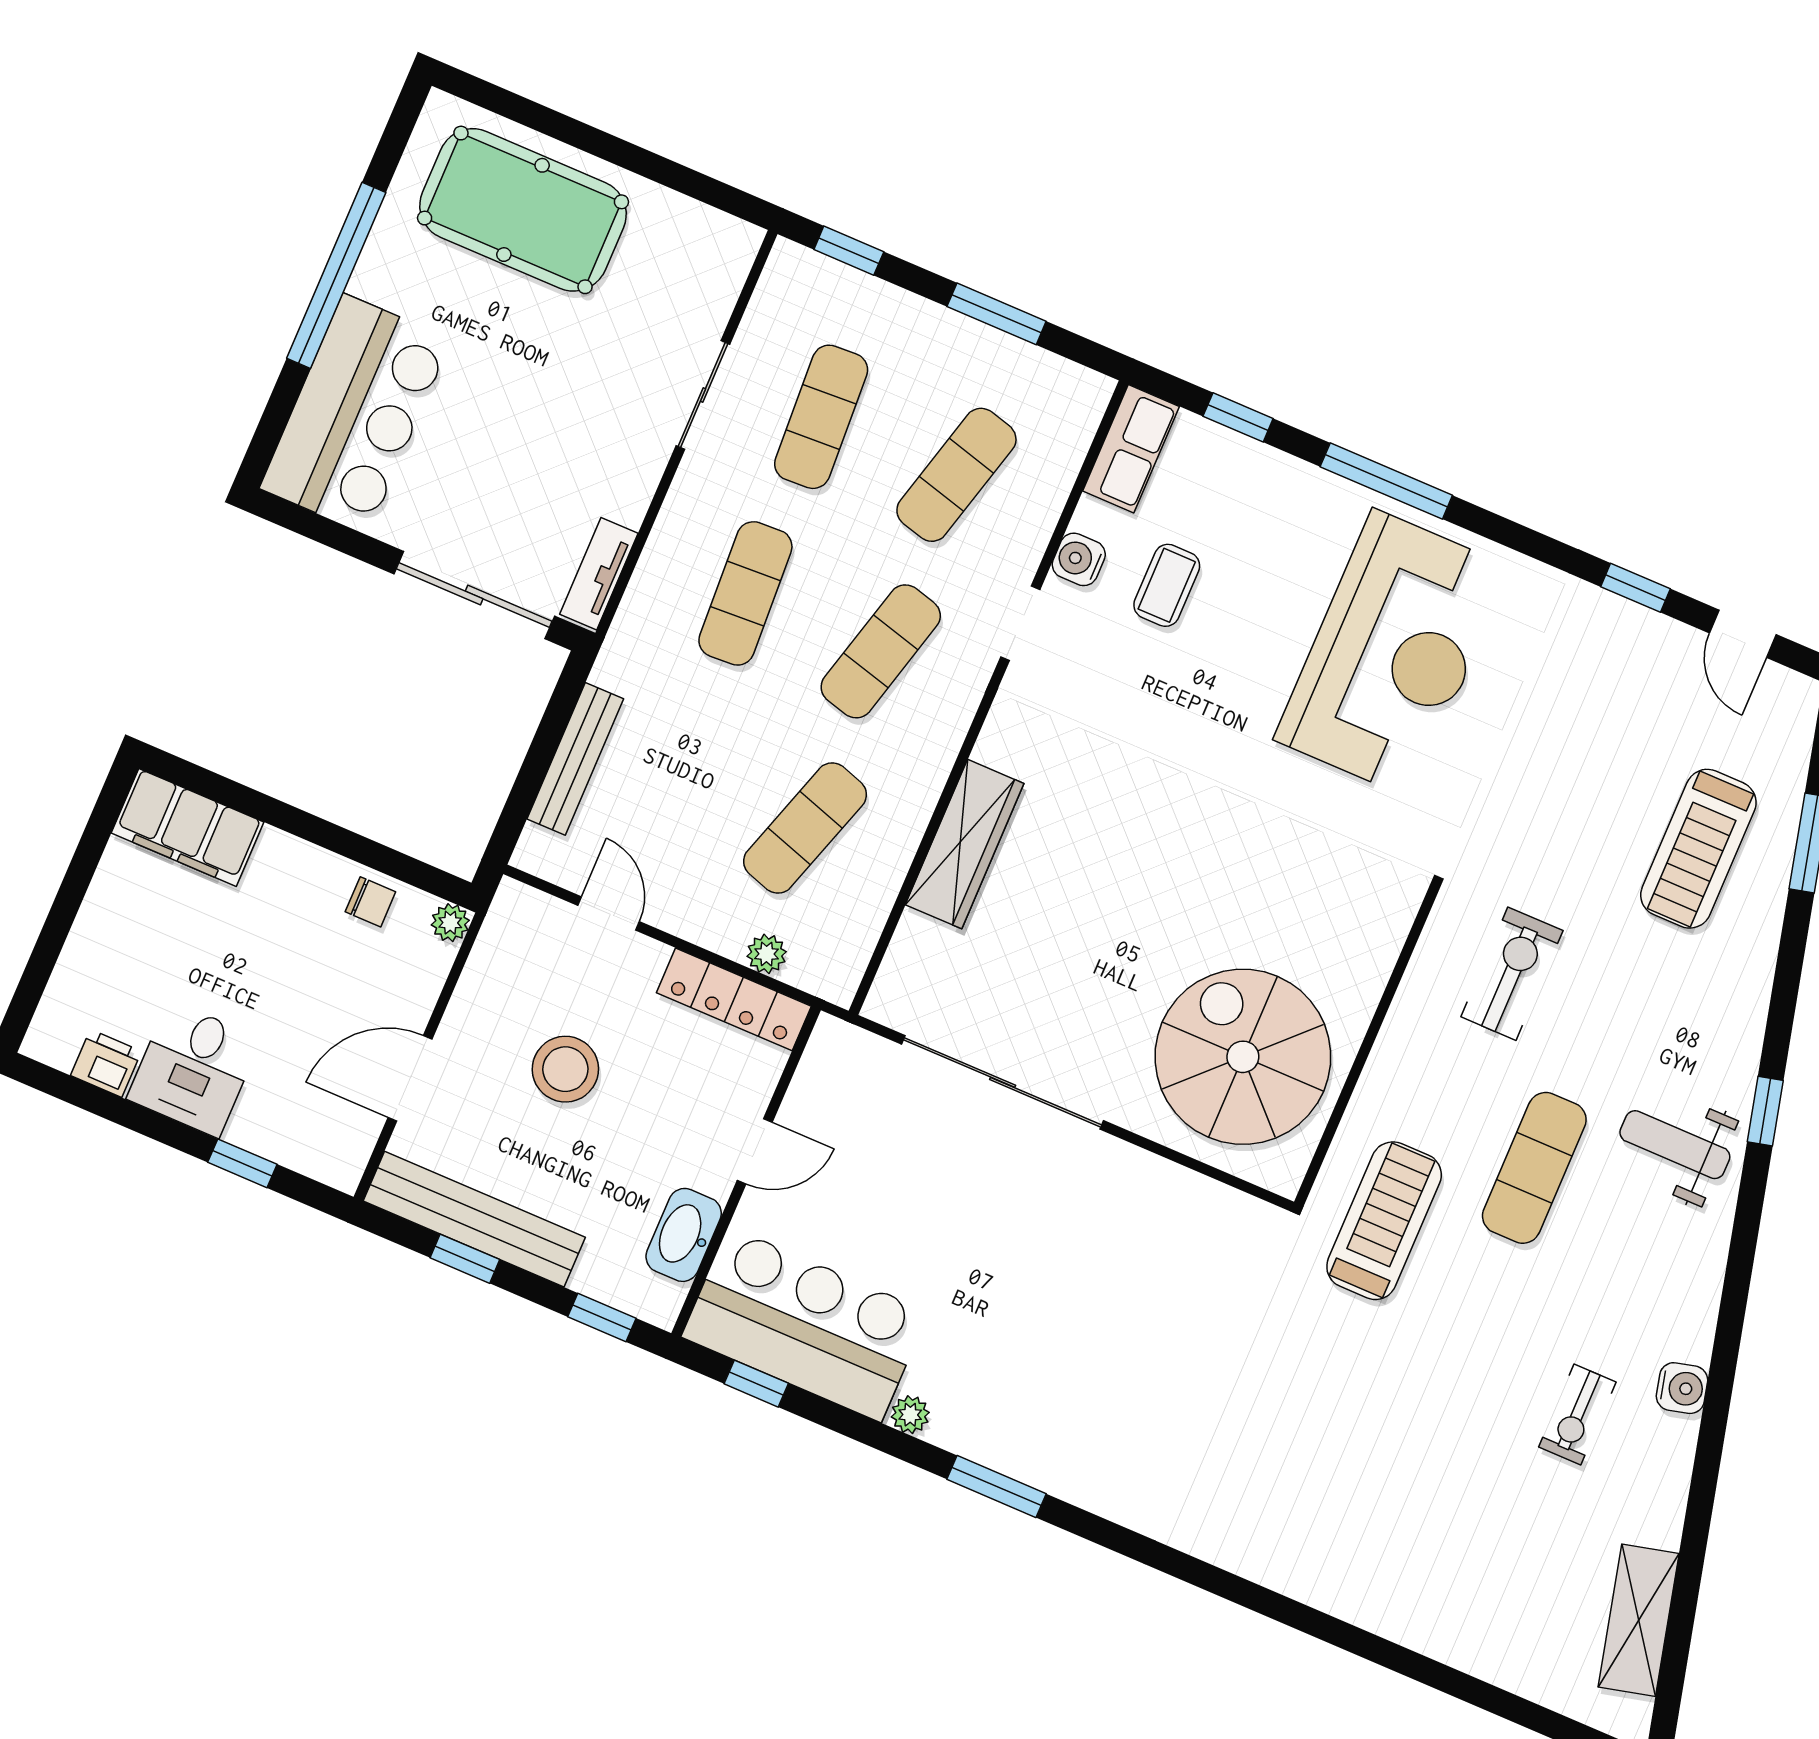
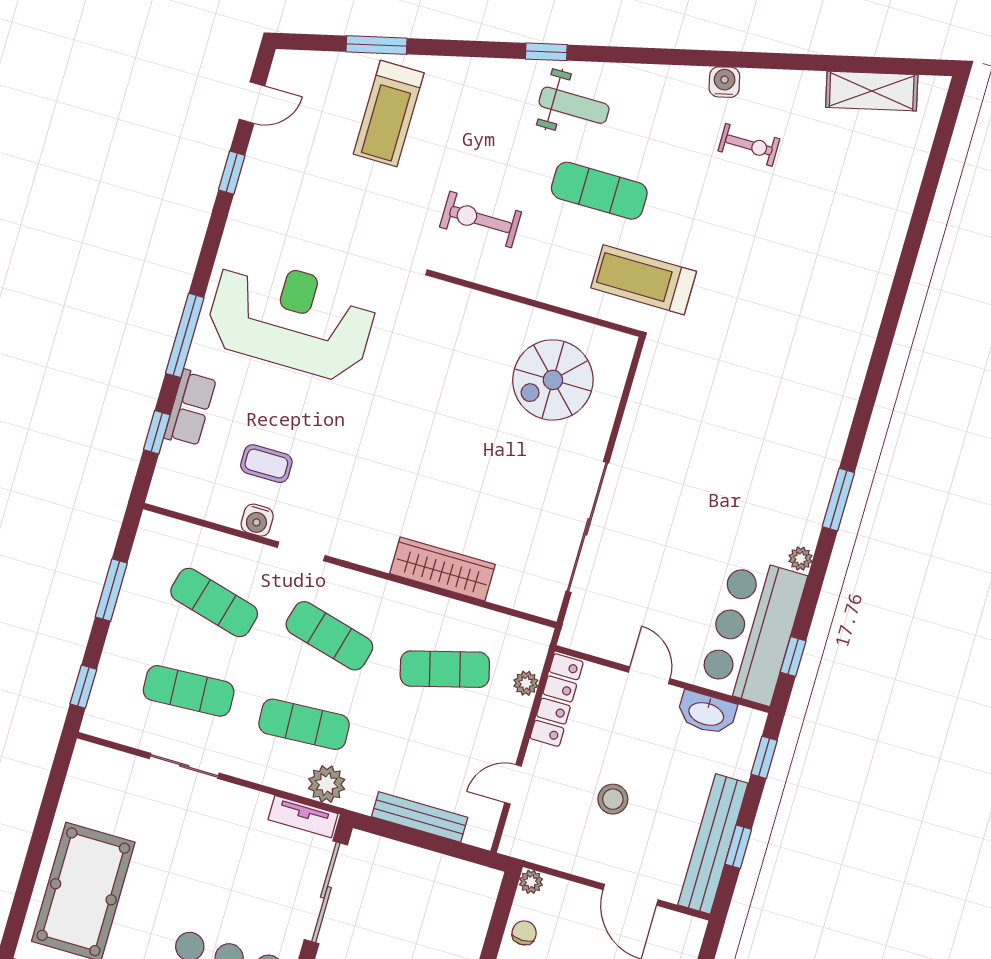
row of seats: (1131, 449) -> (190, 408), moved, turned 90
plant: (646, 618) -> (327, 784), added
exercise mat: (805, 828) -> (445, 669), turned -33
treadmill: (1698, 849) -> (389, 113), turned 90
spiral stairs: (1243, 1057) -> (553, 380), width x0.73, depth x0.73
stool: (565, 1069) -> (613, 799), width x0.73, depth x0.73
weight bench: (1675, 1145) -> (574, 105), turned -90

